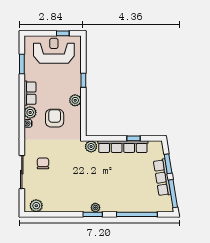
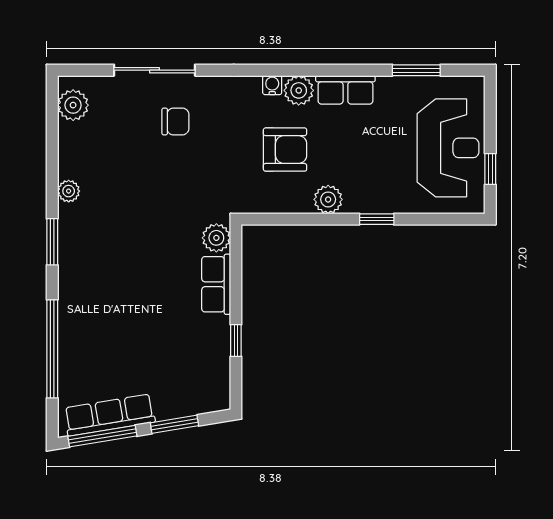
row of seats: (123, 147) -> (216, 284), width x0.50
row of seats: (162, 177) -> (110, 415), moved
plant: (95, 208) -> (69, 191), moved

